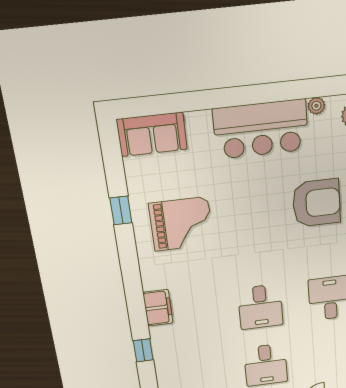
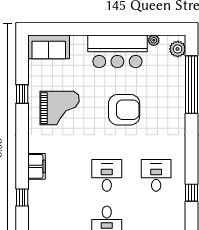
armchair: (316, 203) -> (124, 110), moved
desk: (260, 307) -> (107, 175), turned 180

